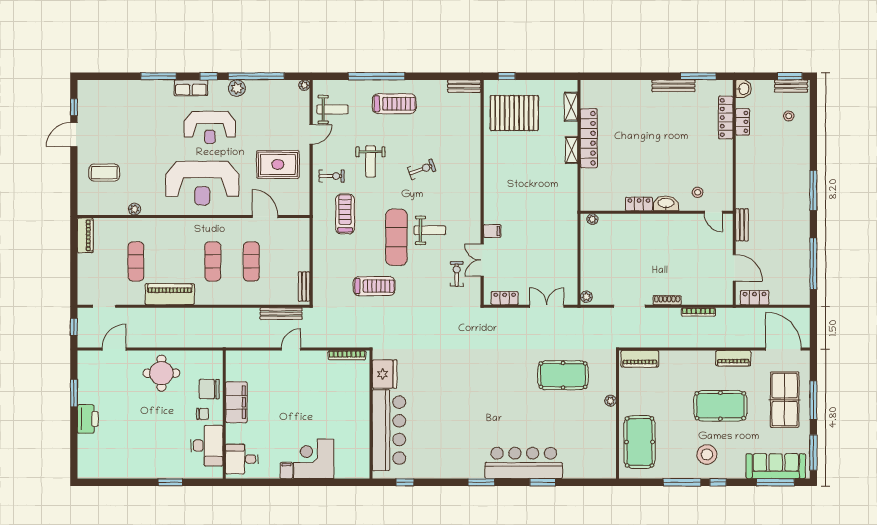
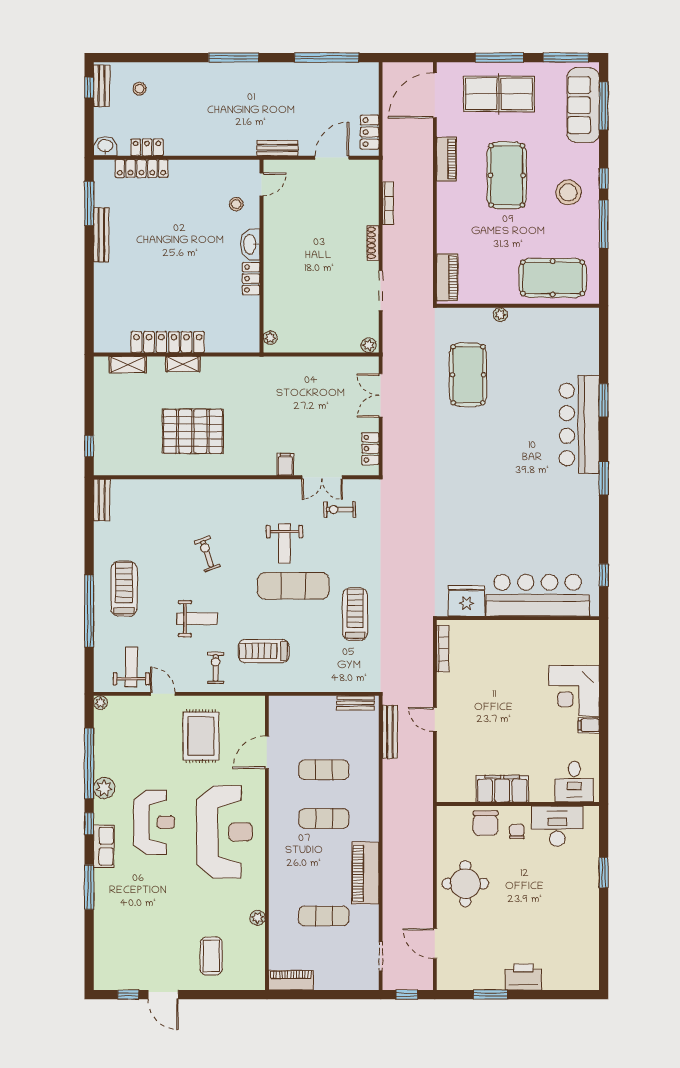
window: (790, 76) -> (89, 88), width x0.67
pallet: (514, 113) -> (193, 431), moved, turned 90
weight bench: (430, 230) -> (284, 543), turned 180

